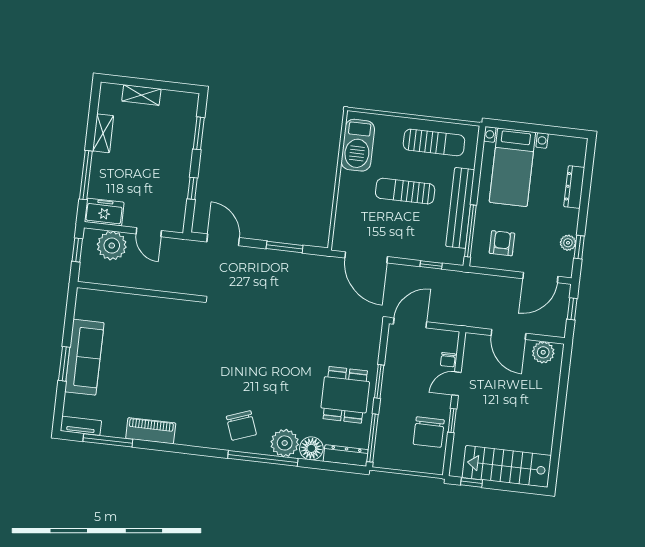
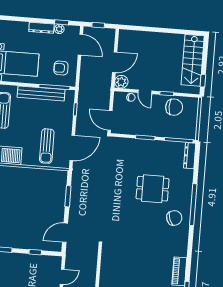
dresser: (574, 187) -> (41, 28), moved
sun lounger: (405, 191) -> (47, 146), moved
plant: (543, 352) -> (121, 82), moved
dining table: (345, 395) -> (153, 189), moved
plant: (285, 443) -> (184, 192), removed
floor lamp: (311, 448) -> (186, 176), removed

